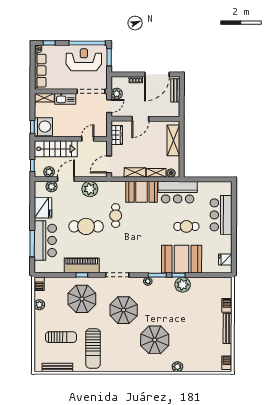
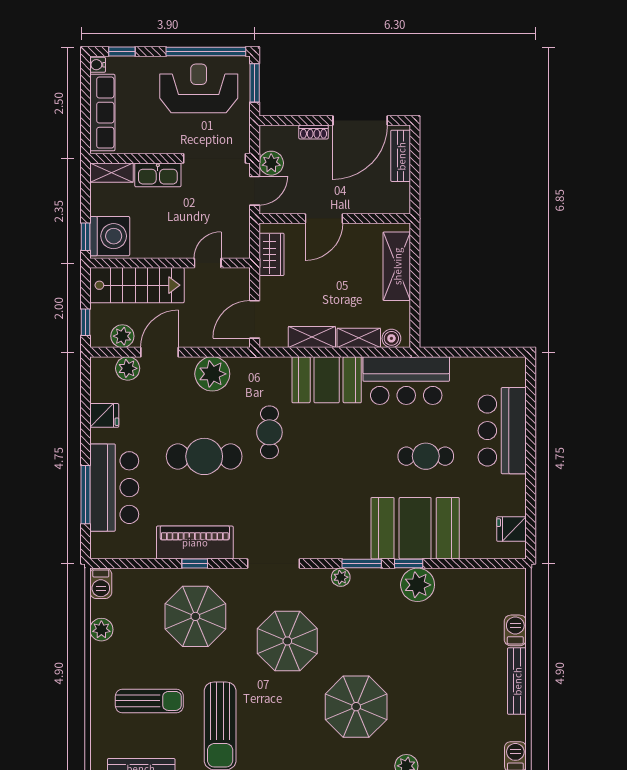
fridge: (43, 208) -> (104, 415), width x0.53, depth x0.75

